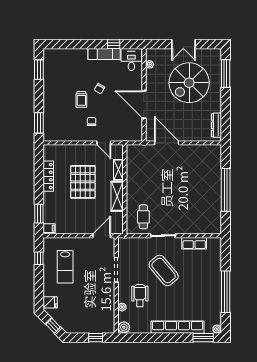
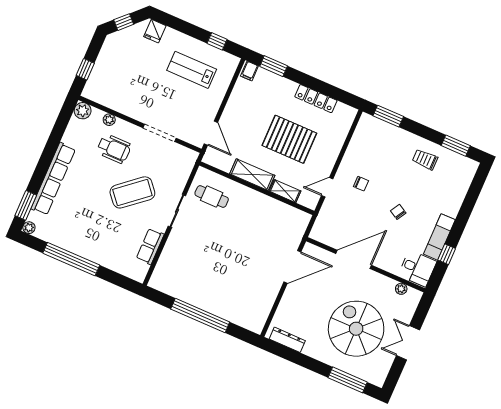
trolley: (81, 99) -> (425, 159), moved

